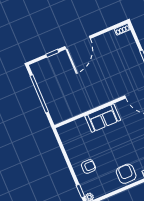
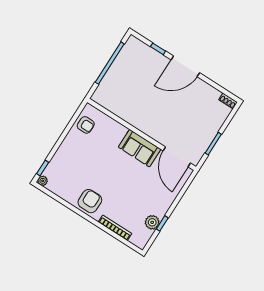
sofa: (103, 118) -> (140, 148), moved
armchair: (88, 167) -> (86, 125), moved

